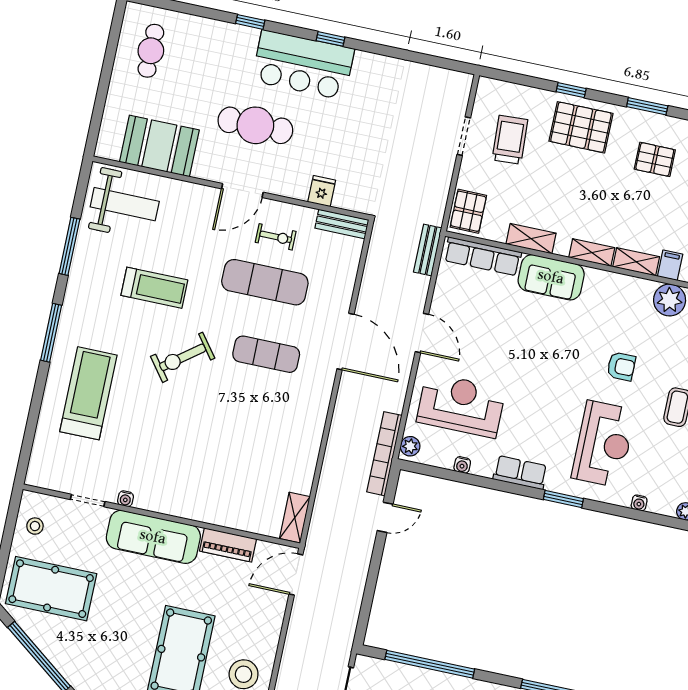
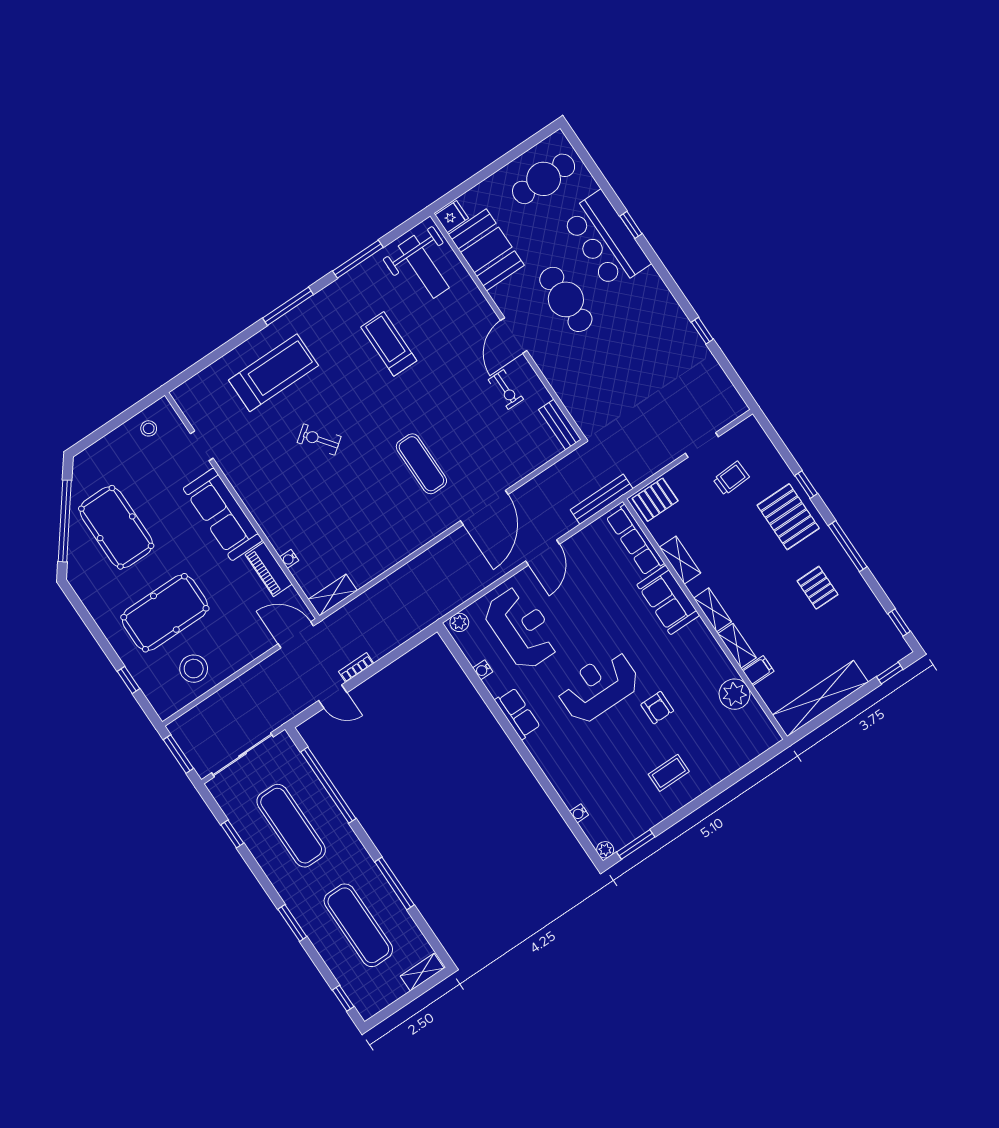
window: (330, 39) -> (702, 331), moved
cafe table: (151, 51) -> (544, 179), width x1.37, depth x1.35
bar counter: (303, 65) -> (605, 240), moved
window: (647, 106) -> (848, 546), width x1.44
trolley: (510, 140) -> (731, 478), width x0.73, depth x0.72
door: (242, 191) -> (514, 336), hinge flipped
fridge: (322, 191) -> (452, 217), moved
bench: (428, 250) -> (602, 499), width x1.36
exercise mat: (265, 282) -> (468, 413), removed
treadmill: (154, 288) -> (389, 344), turned 180
exercise bike: (183, 357) -> (319, 439), moved, width x0.73, depth x0.72
reception desk: (604, 444) -> (598, 687), moved, turned 180
bookcase: (384, 454) -> (356, 667), moved, width x0.43, depth x0.76
water cooler: (126, 499) -> (289, 559), moved
window: (563, 499) -> (530, 760), removed
door: (385, 517) -> (333, 697), moved
pool table: (51, 589) -> (116, 527), moved

